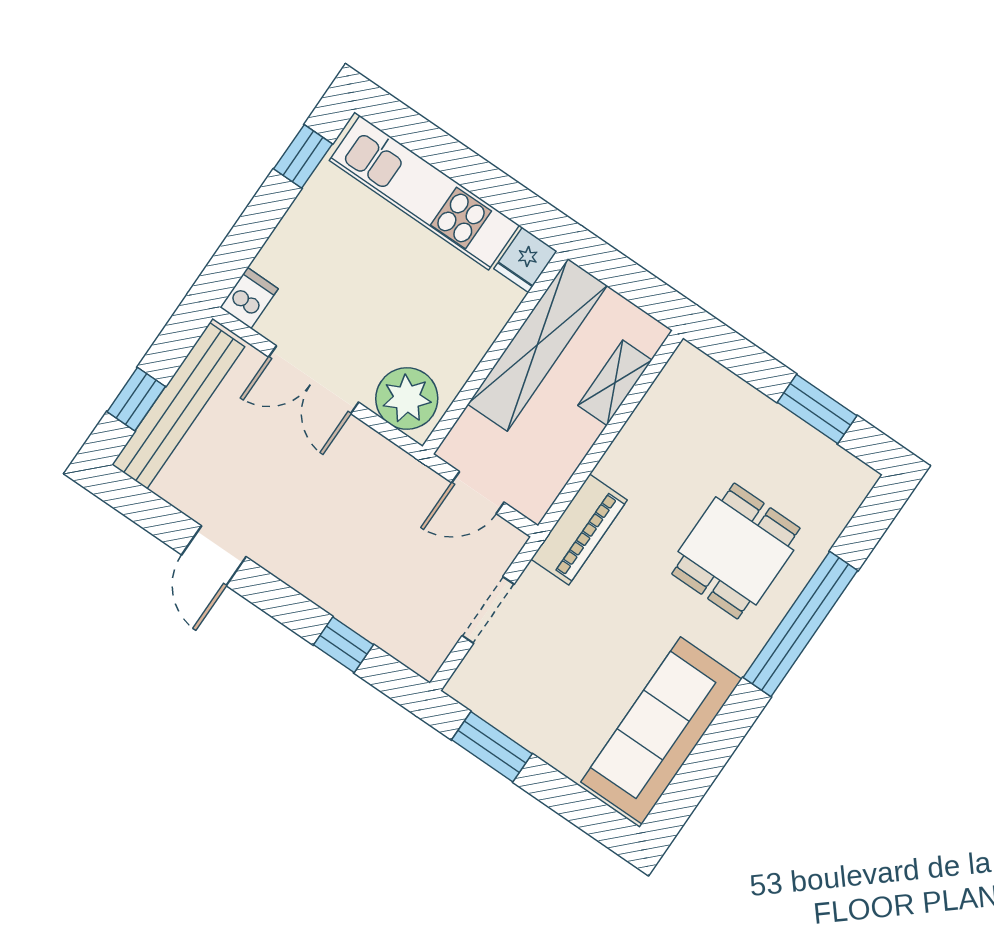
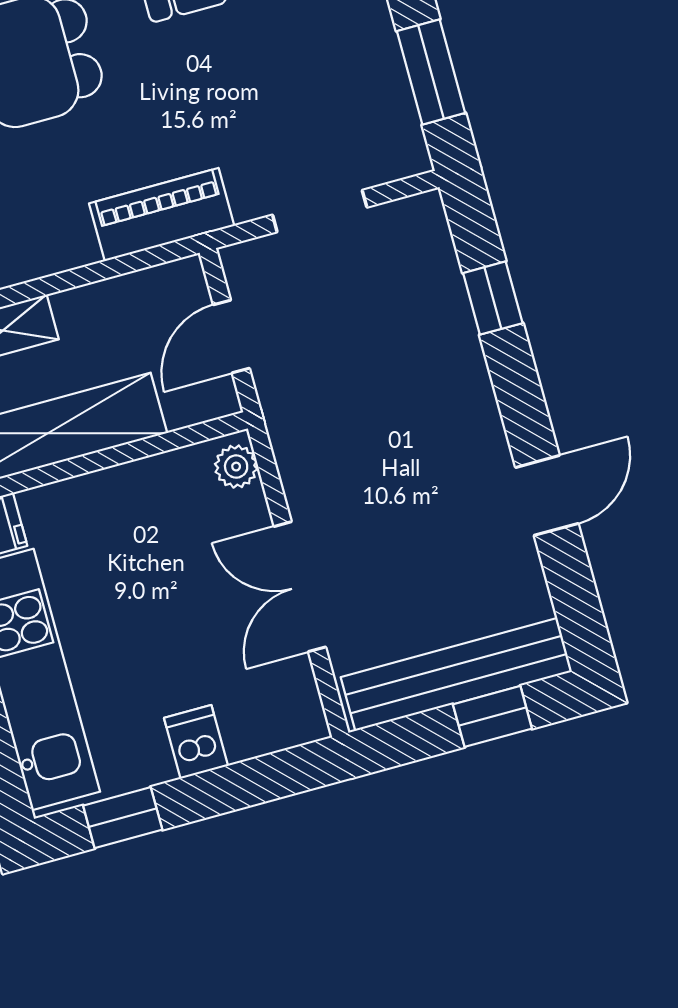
dishwasher: (249, 298) -> (196, 742), moved, turned 90
double door: (314, 380) -> (300, 587), swing flipped
plant: (407, 399) -> (236, 467), width x0.53, depth x0.53
door: (478, 493) -> (231, 337), swing flipped

